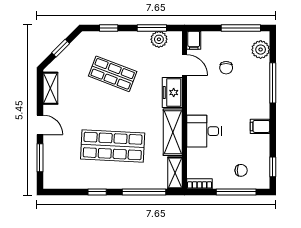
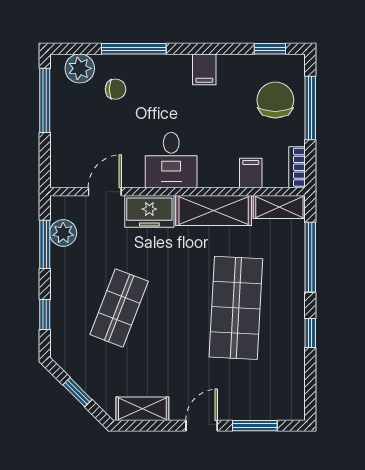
filing cabinet: (194, 40) -> (251, 173), moved, turned -90
chair: (226, 68) -> (116, 89), moved
desk: (204, 131) -> (171, 160), moved
chair: (241, 170) -> (275, 100), width x1.87, depth x1.87

